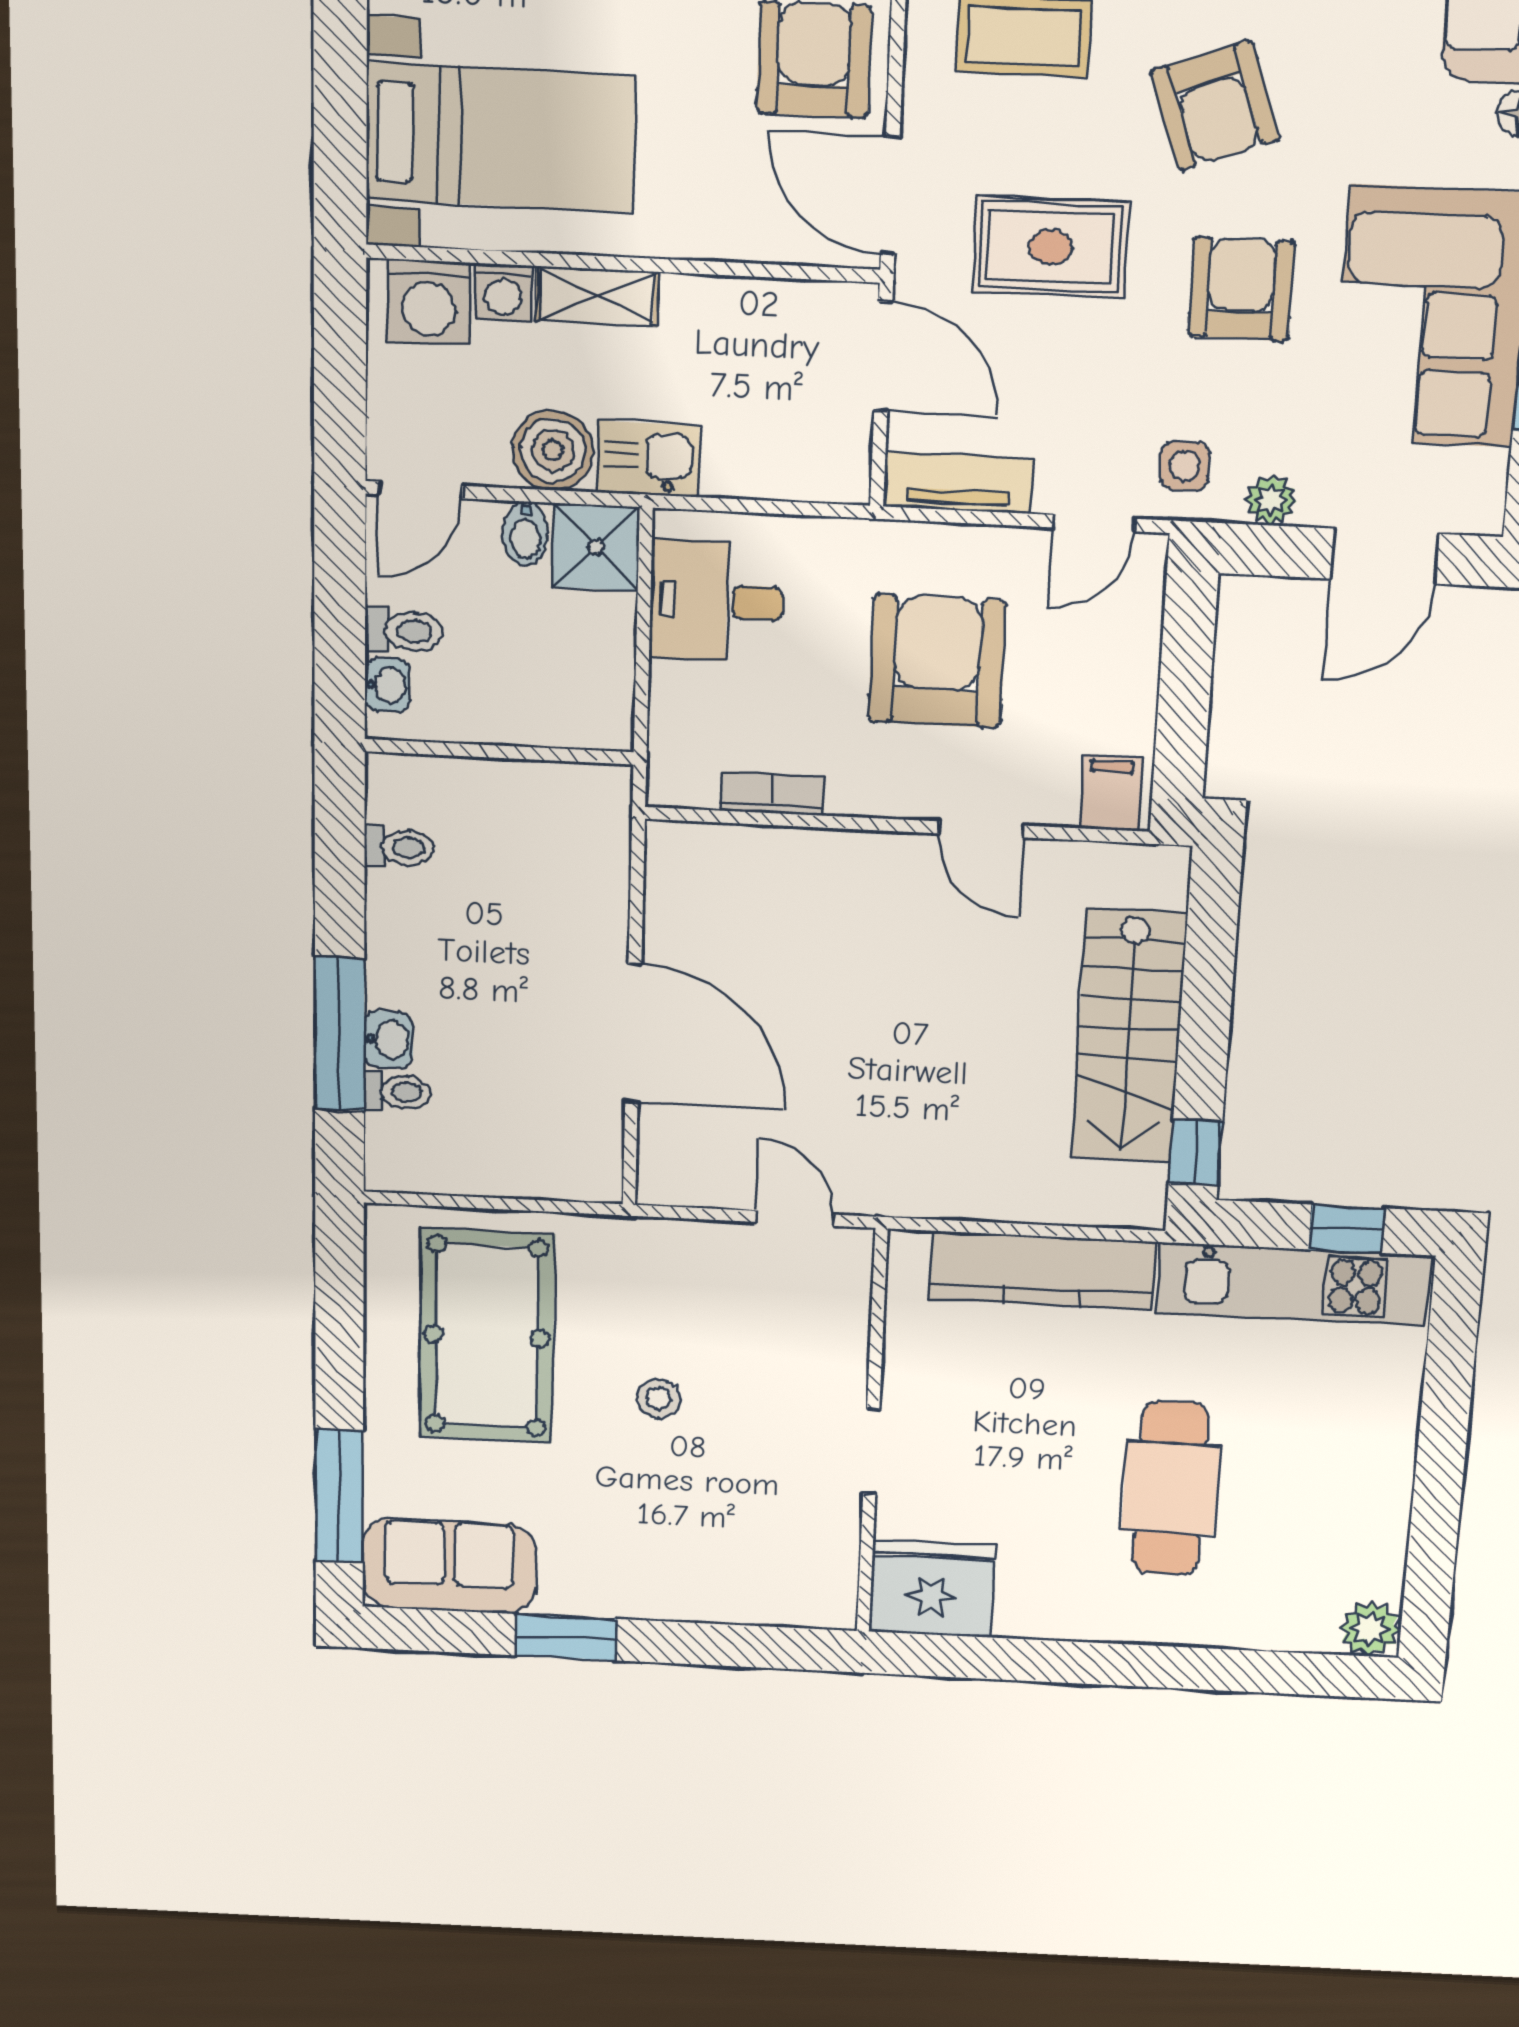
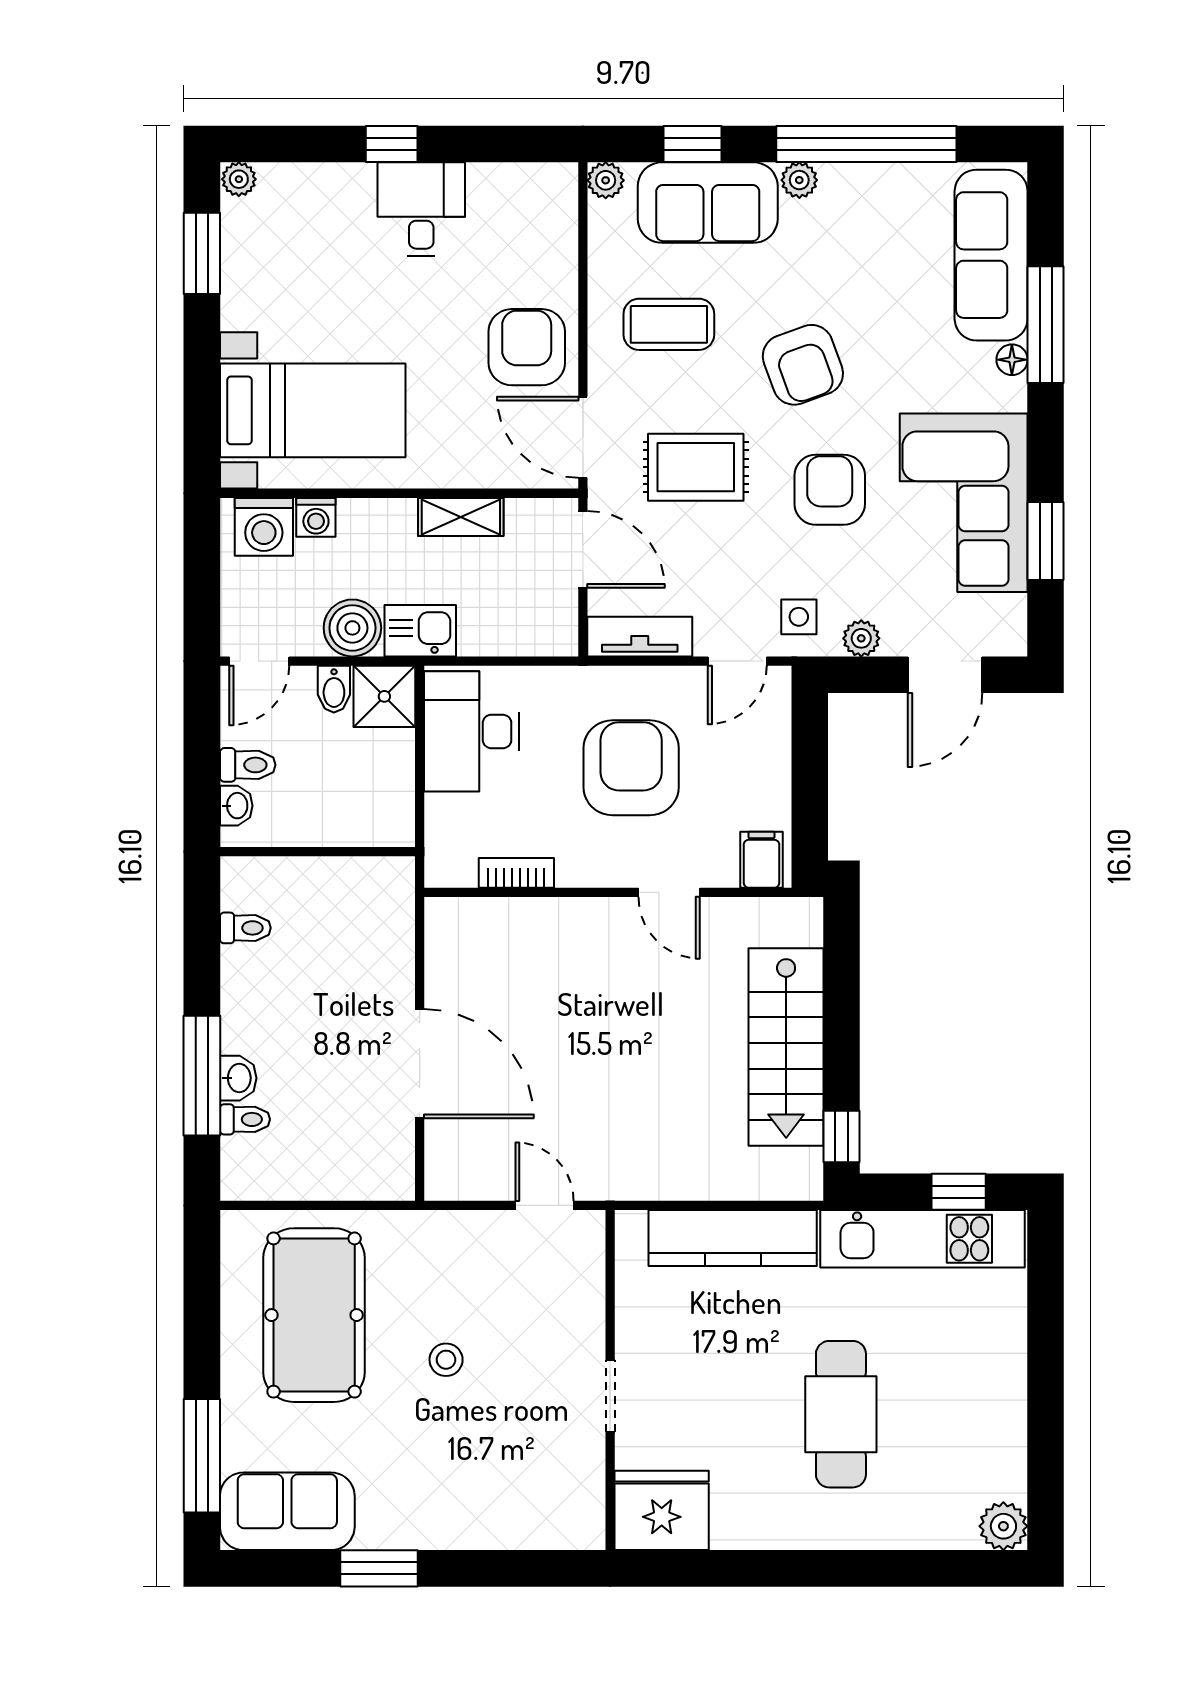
shelving: (597, 296) -> (461, 517), moved
desk: (717, 601) -> (471, 731), width x1.37

